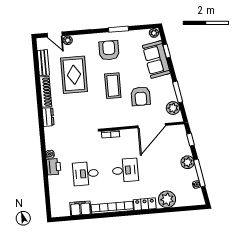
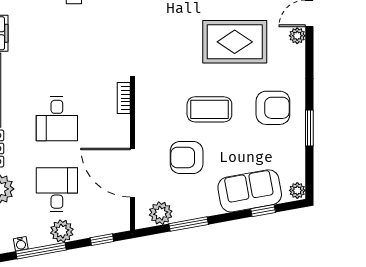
desk: (86, 174) -> (57, 190), moved

